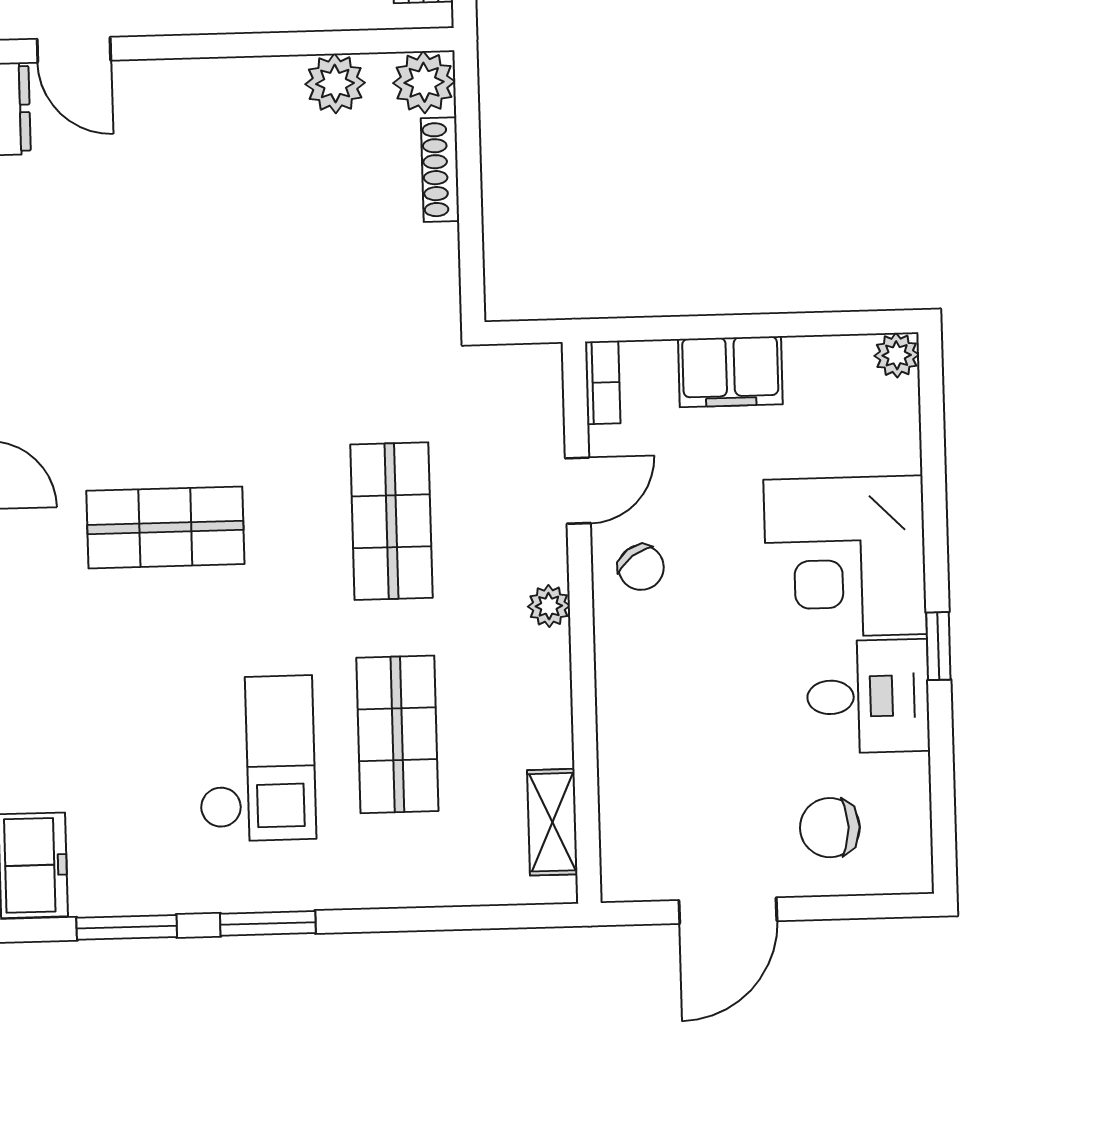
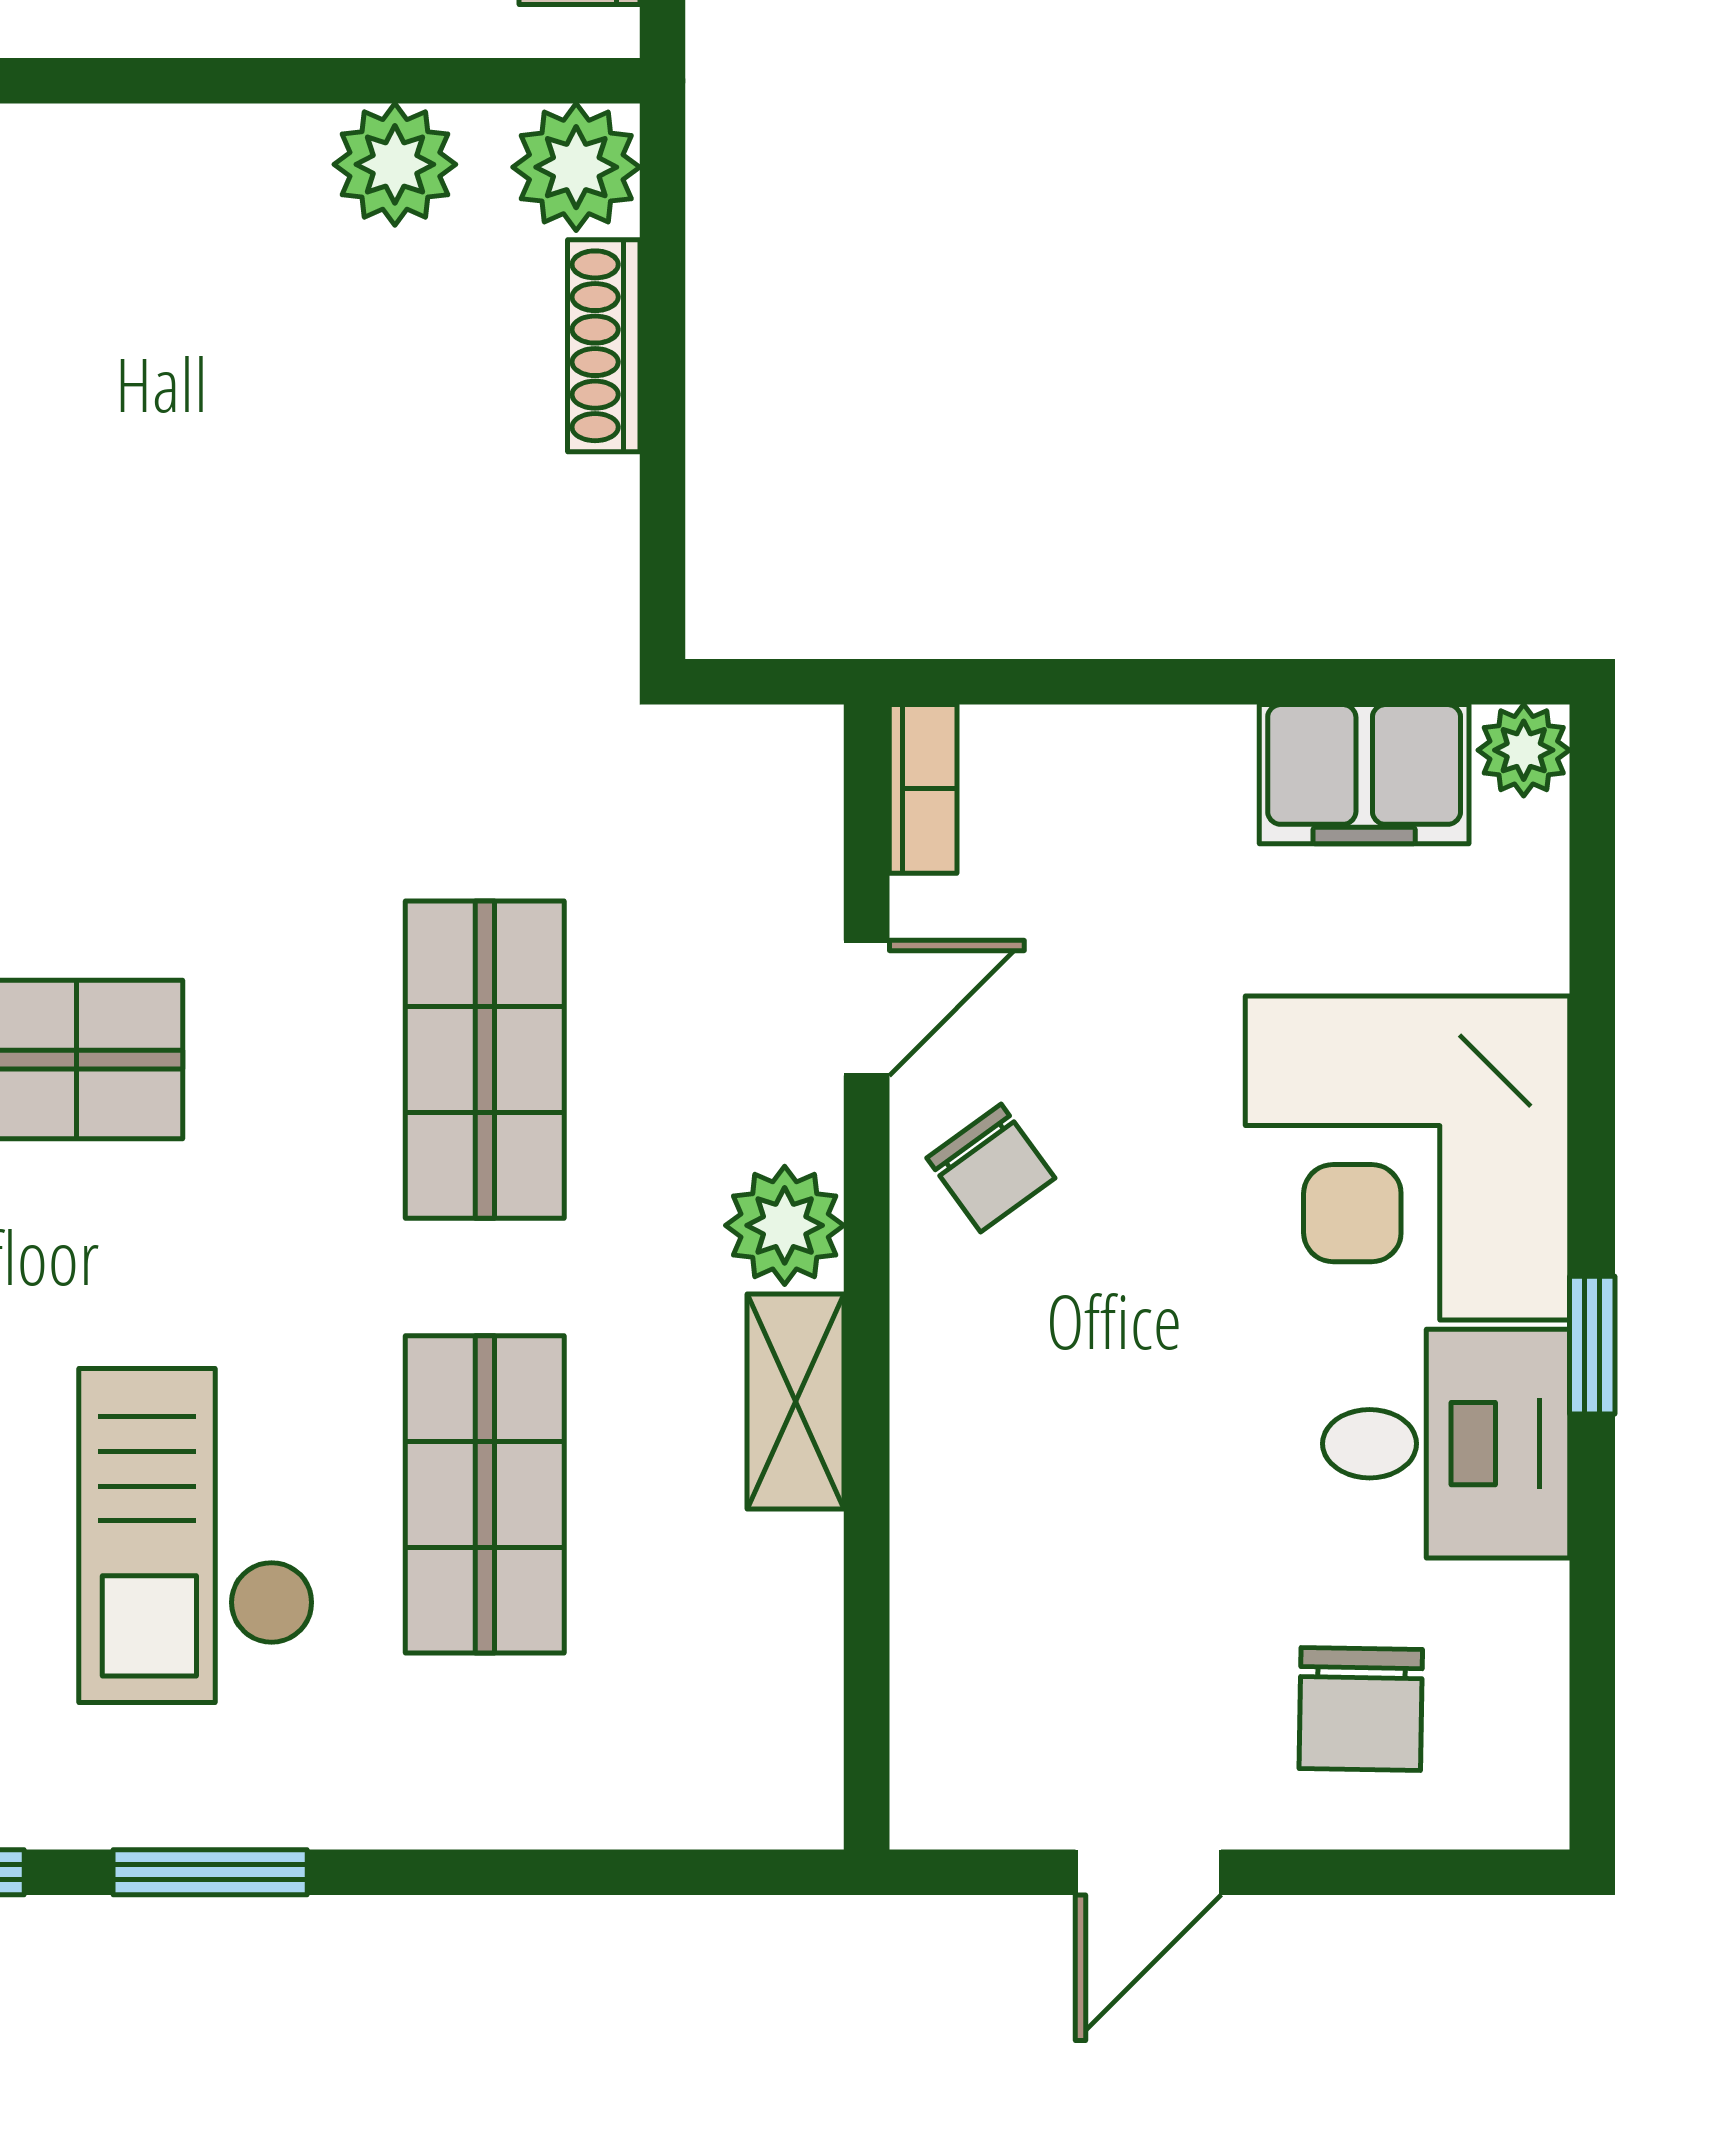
filing cabinet: (730, 372) -> (1364, 774), moved
plant: (549, 606) -> (785, 1225), width x1.38, depth x1.38
checkout: (256, 759) -> (196, 1536), turned 180
shelving: (552, 822) -> (795, 1401), moved
chair: (830, 828) -> (1361, 1709), turned -89
door: (728, 911) -> (1148, 1872), width x0.73

